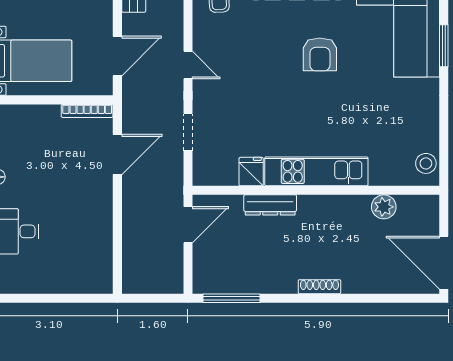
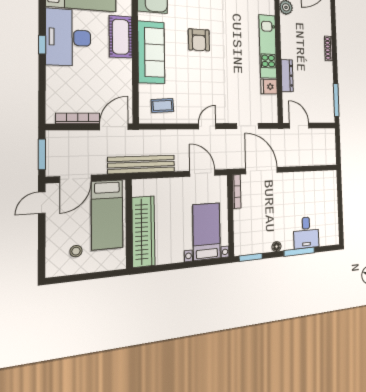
armchair: (320, 54) -> (199, 40), turned 90
door: (117, 154) -> (262, 171), width x1.36

